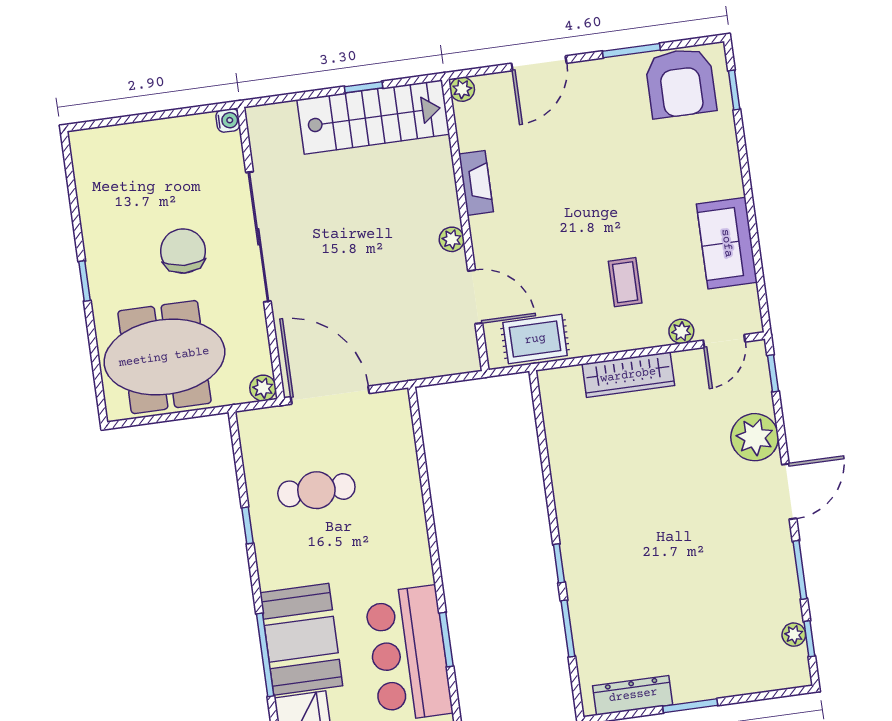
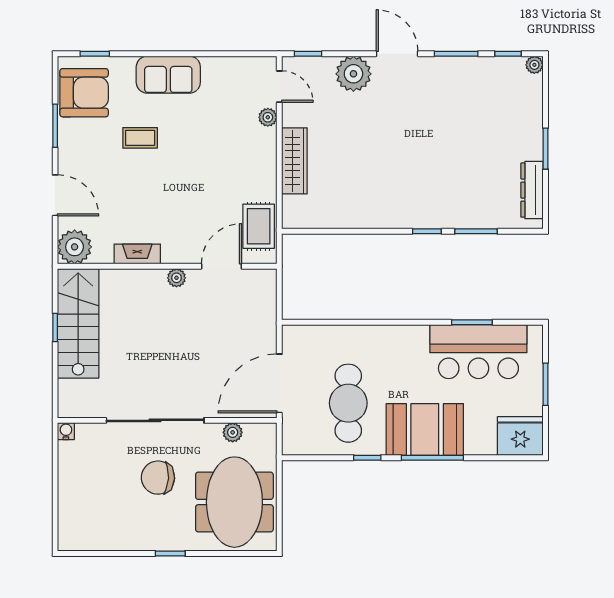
plant: (462, 89) -> (75, 247), width x1.88, depth x1.88
sofa: (727, 243) -> (168, 75), moved
coffee table: (625, 282) -> (140, 138), moved
plant: (263, 388) -> (233, 432), moved
cafe table: (316, 490) -> (348, 403), width x1.37, depth x1.35
plant: (794, 635) -> (534, 65), moved
booth: (301, 639) -> (425, 429), moved
window: (265, 655) -> (432, 458), moved

